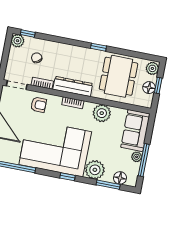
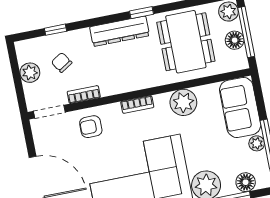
window: (28, 33) -> (55, 30), moved
plant: (18, 41) -> (30, 73), moved
window: (158, 85) -> (246, 32), width x2.17
dresser: (73, 86) -> (120, 31), moved, turned 180
armchair: (39, 105) -> (91, 127), turned 180

